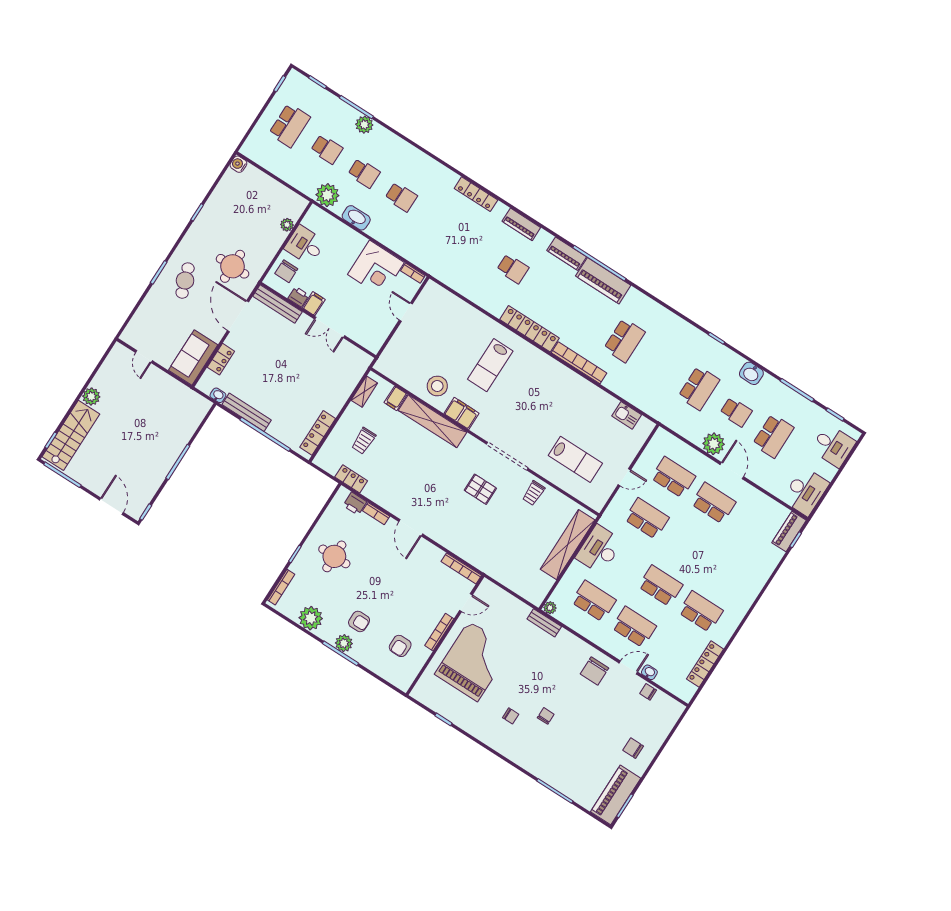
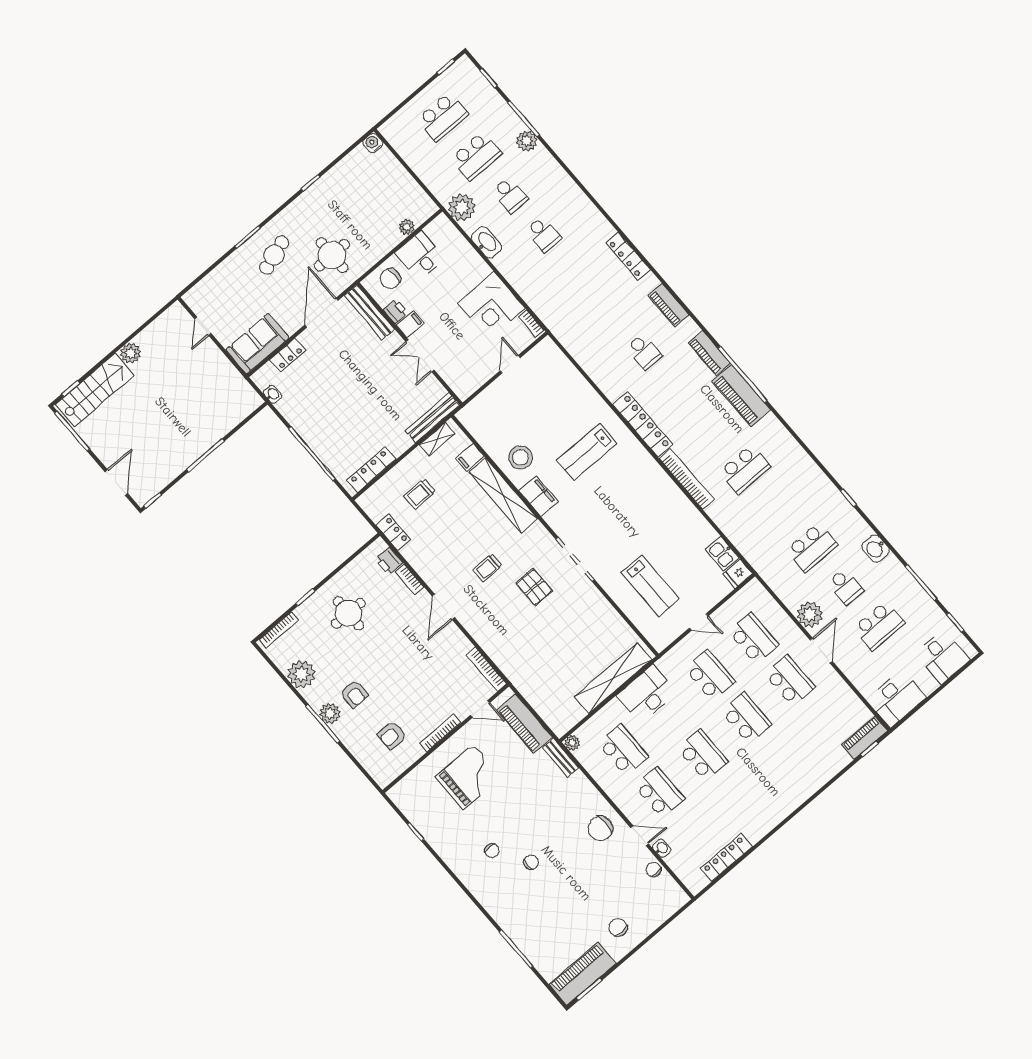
school desk: (327, 149) -> (476, 156), width x1.85
bench: (247, 412) -> (432, 418), moved, turned 90
fridge: (644, 428) -> (738, 574), added
trolley: (534, 493) -> (487, 568), moved
piano: (506, 604) -> (524, 723), added
school desk: (701, 611) -> (746, 718), moved
grand piano: (473, 661) -> (468, 777), width x0.73, depth x0.68

